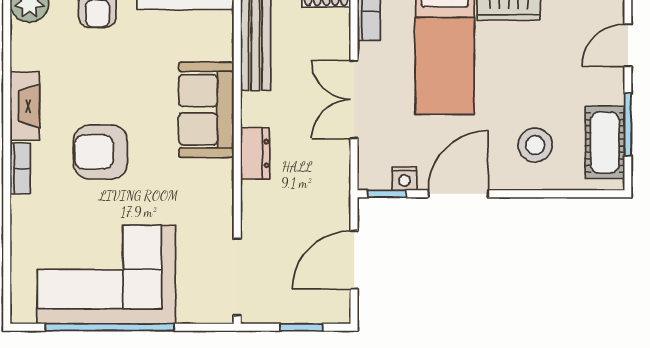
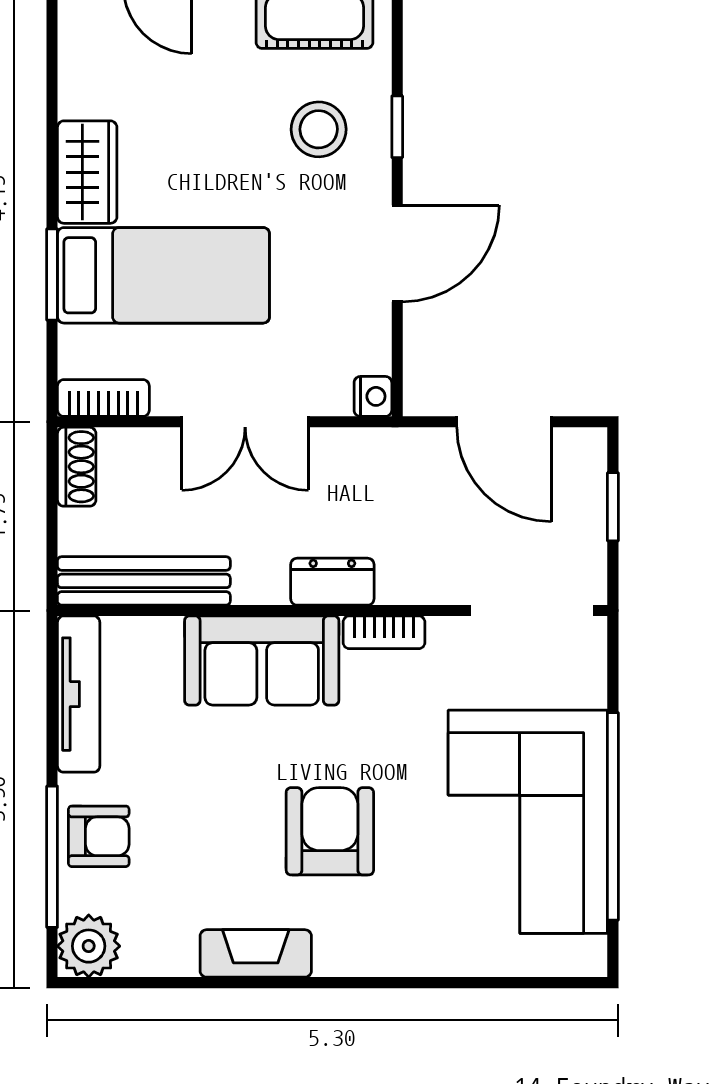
armchair: (100, 152) -> (330, 831), turned 180
bookcase: (20, 169) -> (384, 632), moved, turned 180
nightstand: (405, 179) -> (373, 396), moved
window: (387, 194) -> (397, 127), moved
door: (458, 194) -> (397, 254), swing flipped

